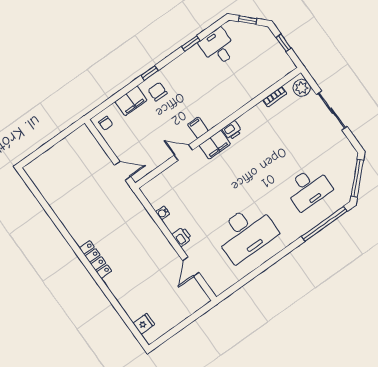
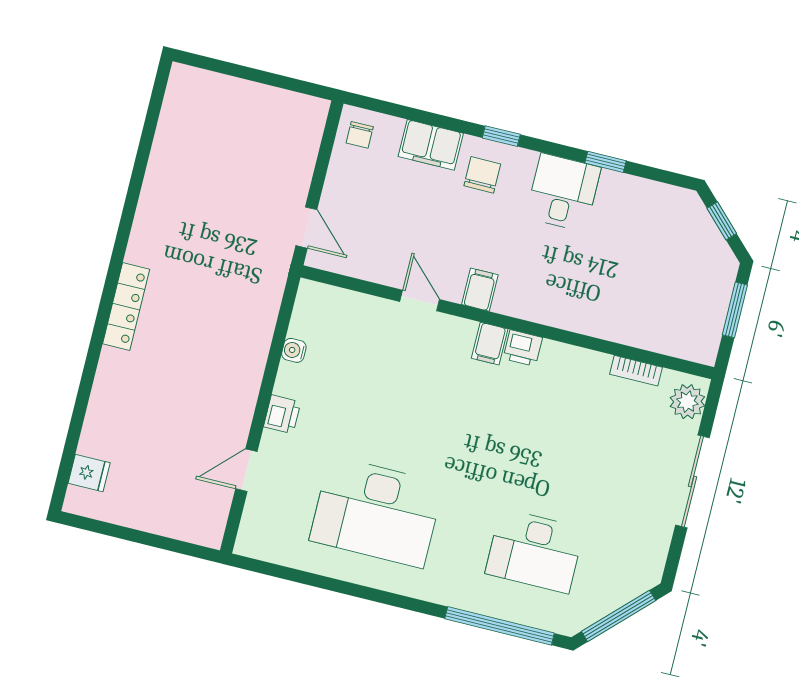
window: (283, 43) -> (735, 310), width x1.50
desk: (218, 47) -> (563, 192), moved
filing cabinet: (215, 145) -> (490, 344), width x0.50

